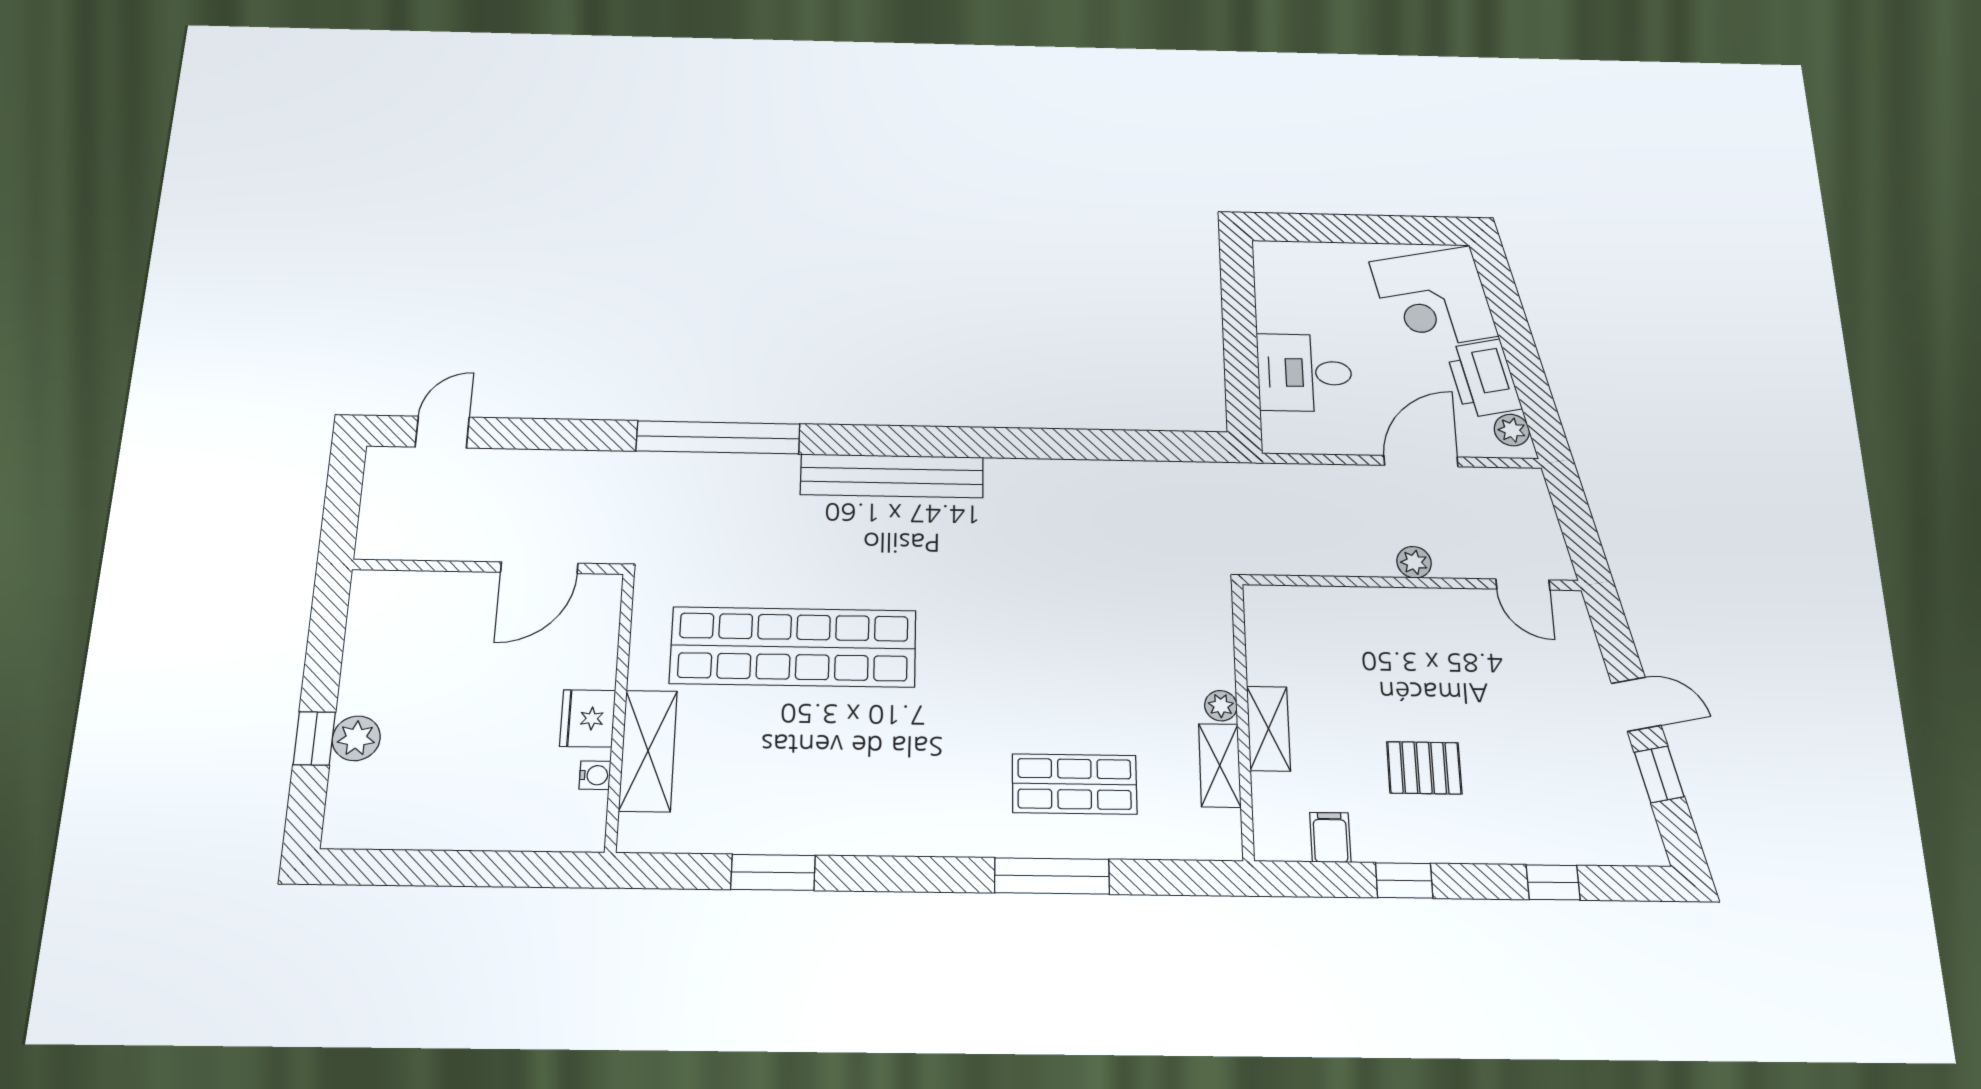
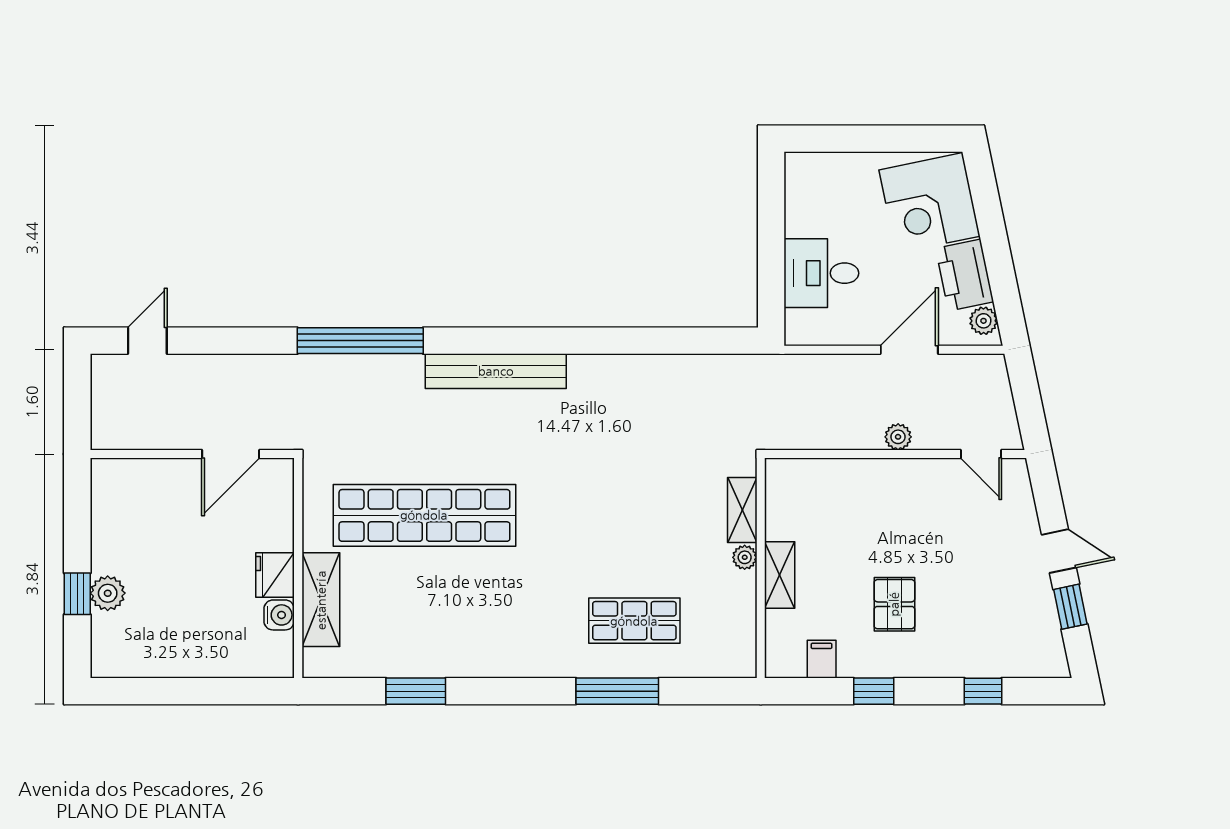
shelving: (1220, 765) -> (742, 510), moved
pallet: (1424, 768) -> (894, 604), turned 90
water cooler: (595, 775) -> (279, 615), width x1.38, depth x1.38

